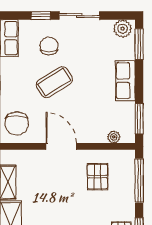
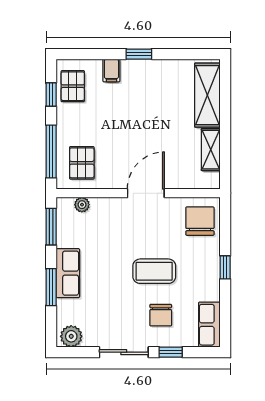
window: (139, 44) -> (51, 287), moved
coffee table: (54, 82) -> (154, 271), turned 32
door: (61, 146) -> (146, 193), swing flipped
pallet: (98, 177) -> (82, 163), moved

